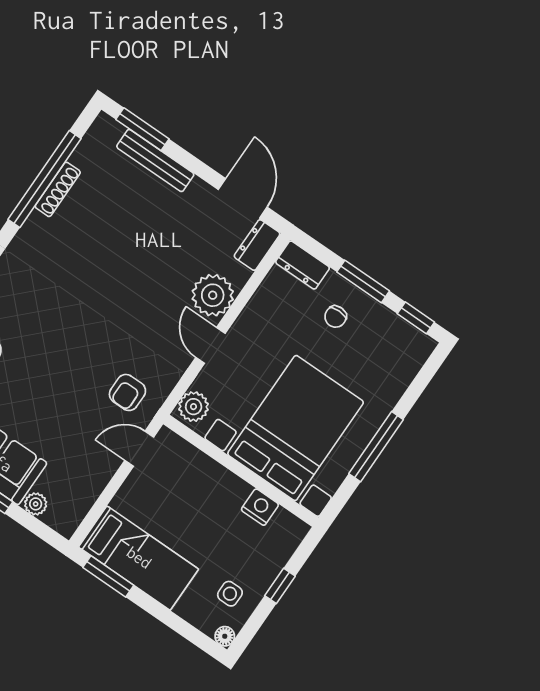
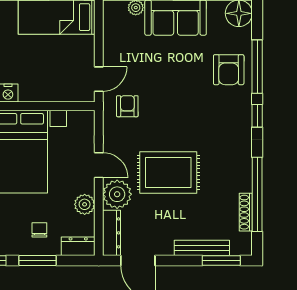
shoe rack: (58, 189) -> (246, 212), moved
dresser: (257, 245) -> (112, 233), width x1.44
rug: (133, 279) -> (168, 172), added
plant: (194, 407) -> (85, 204), moved

